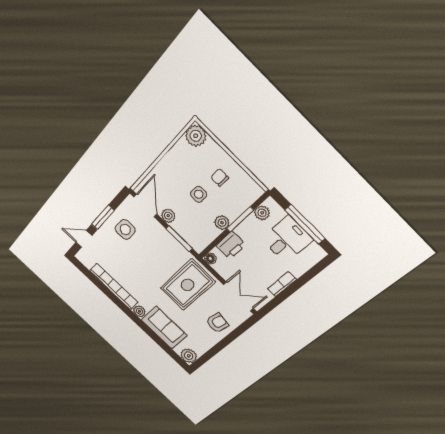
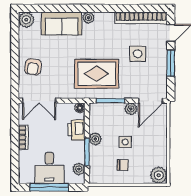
door: (145, 206) -> (151, 101), hinge flipped
side table: (125, 229) -> (138, 54), moved
rug: (188, 285) -> (97, 74), moved, turned 90
bookcase: (114, 287) -> (141, 18), moved

